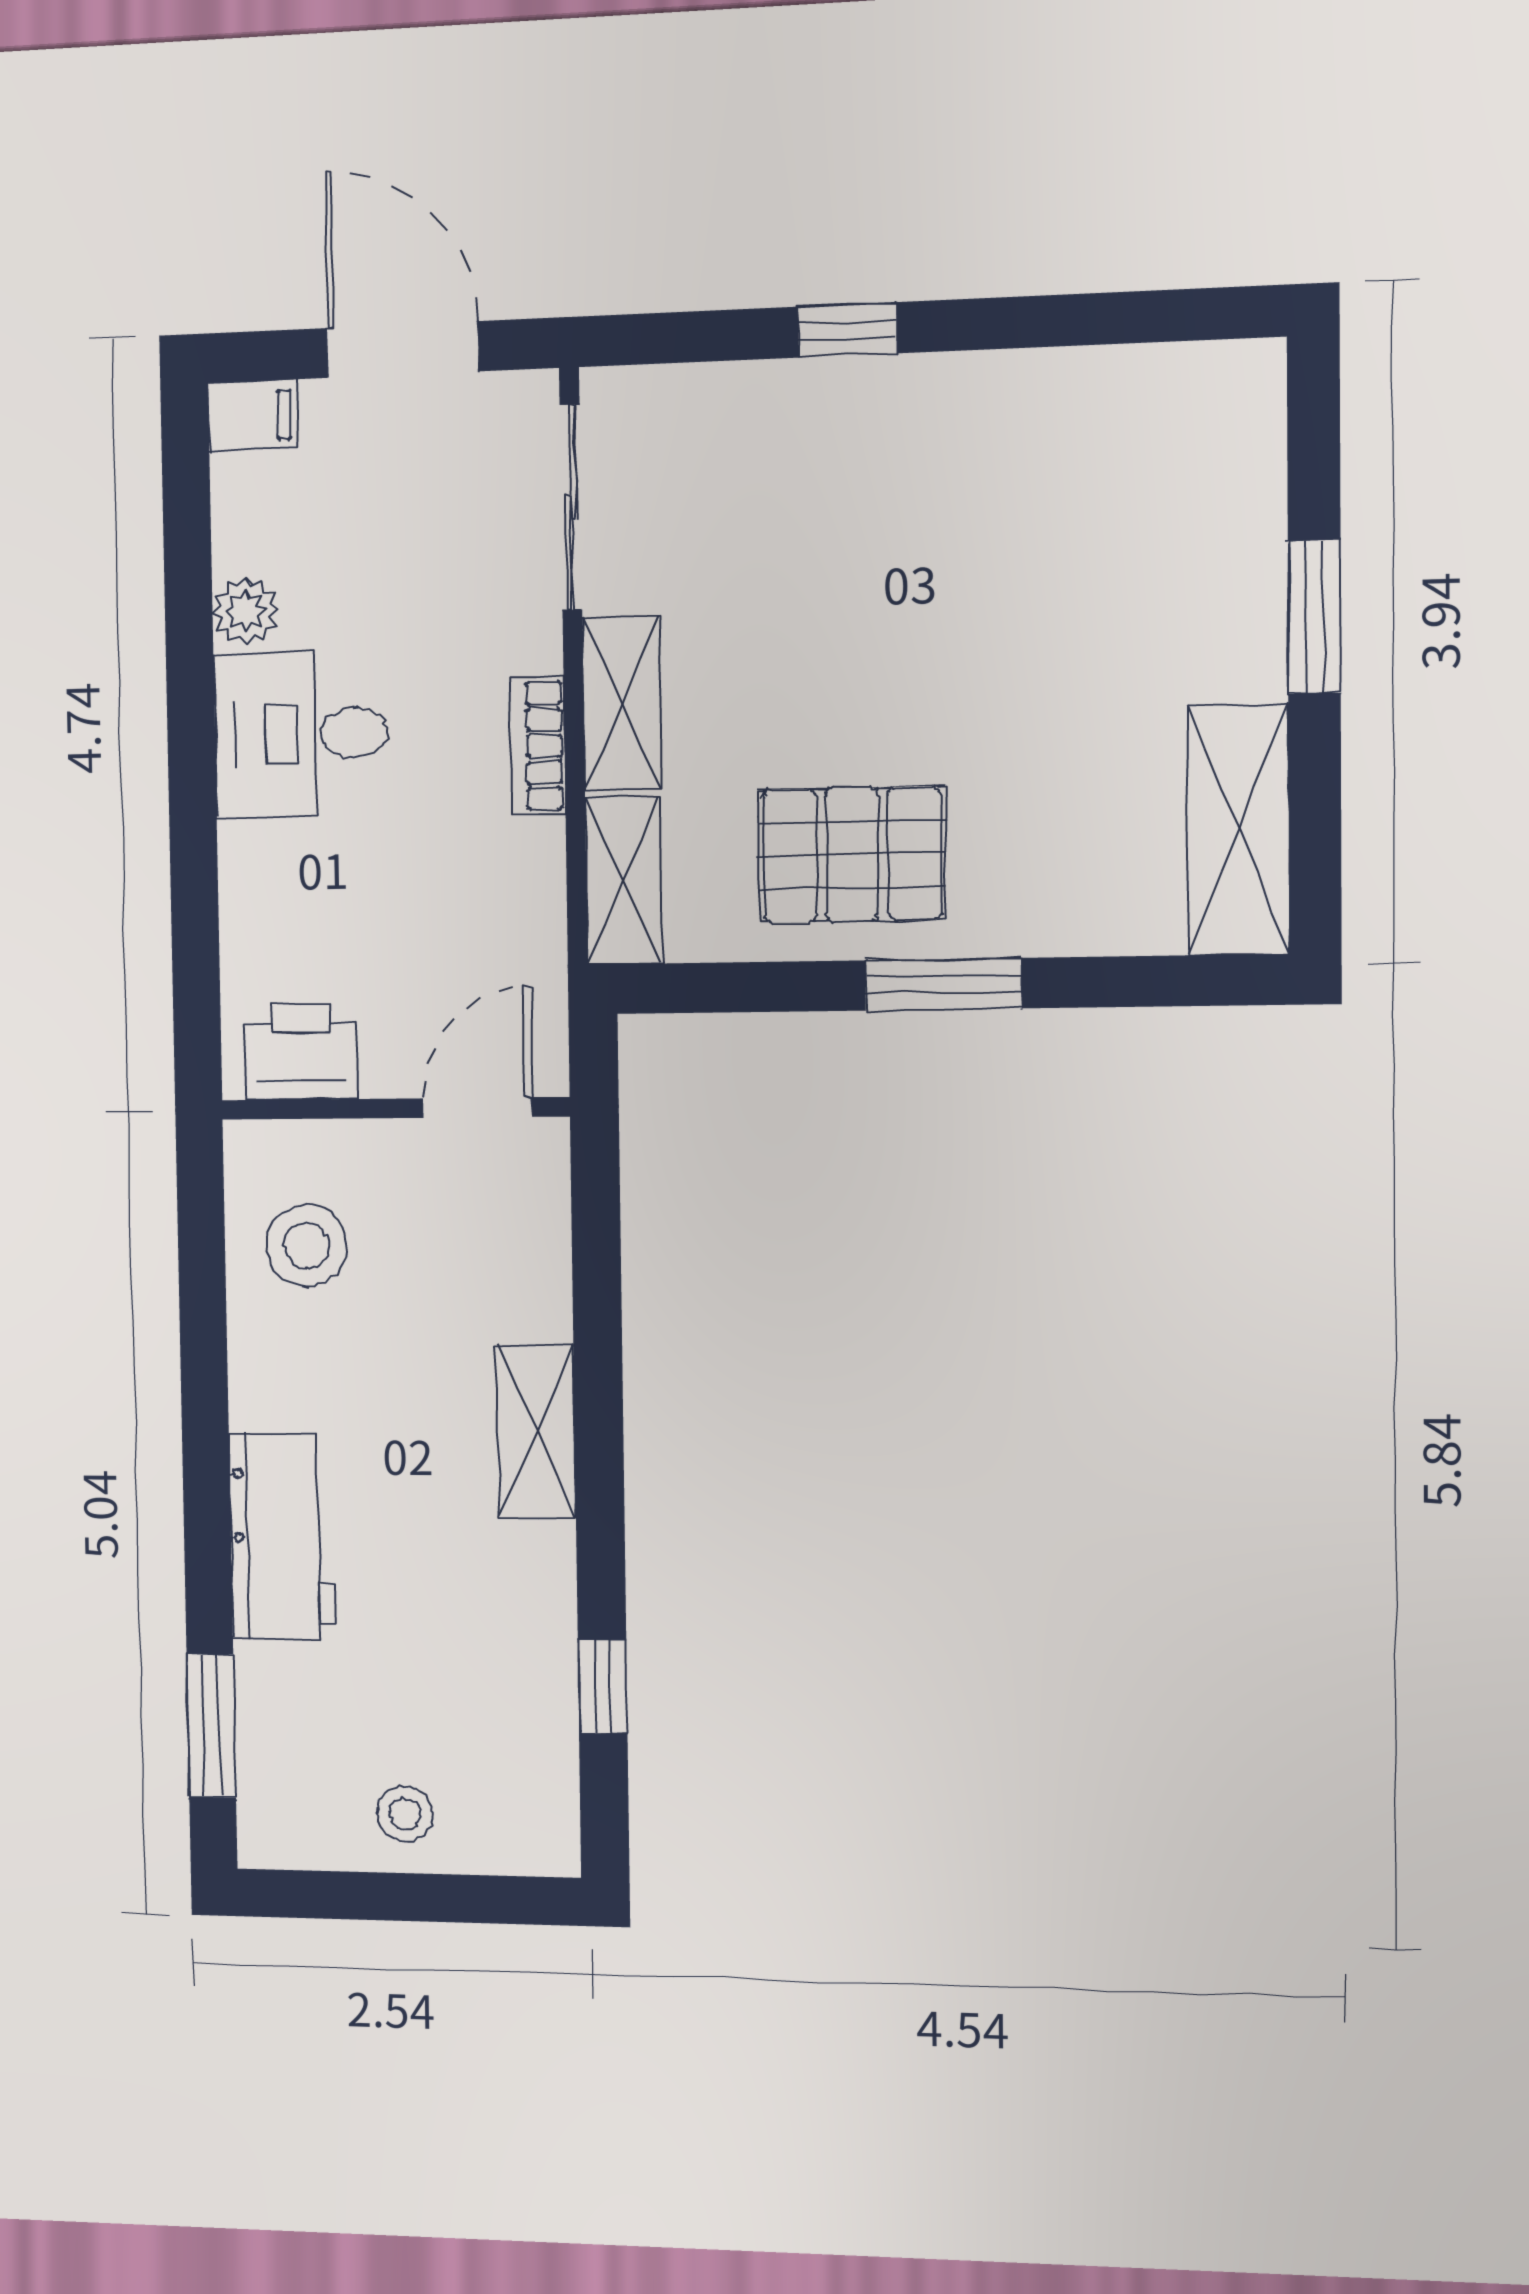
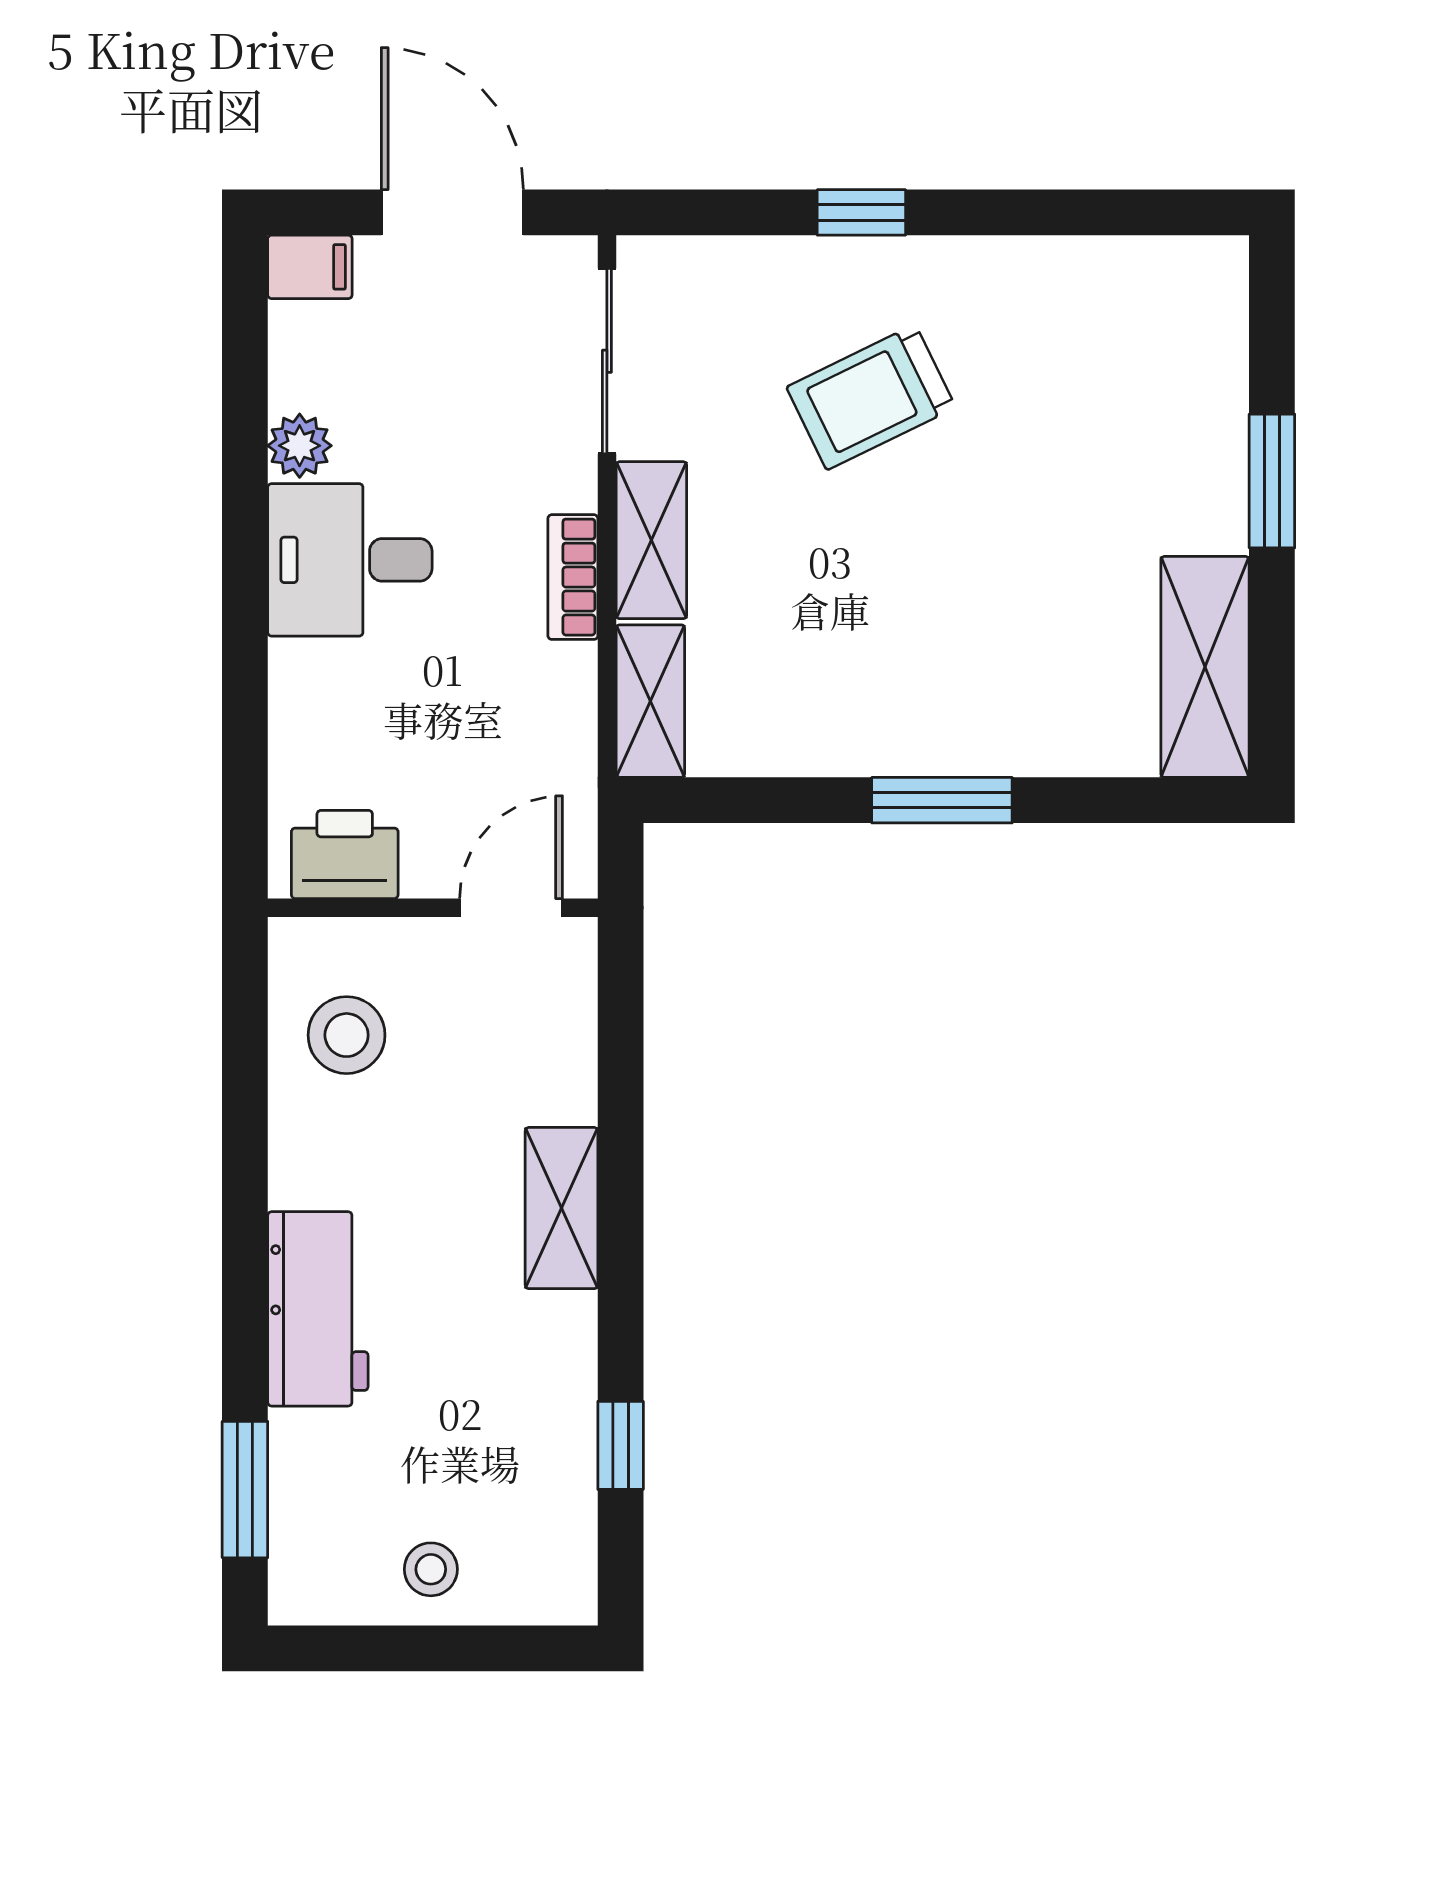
trolley: (860, 537) -> (871, 397), added
pallet: (852, 855) -> (860, 682), removed

